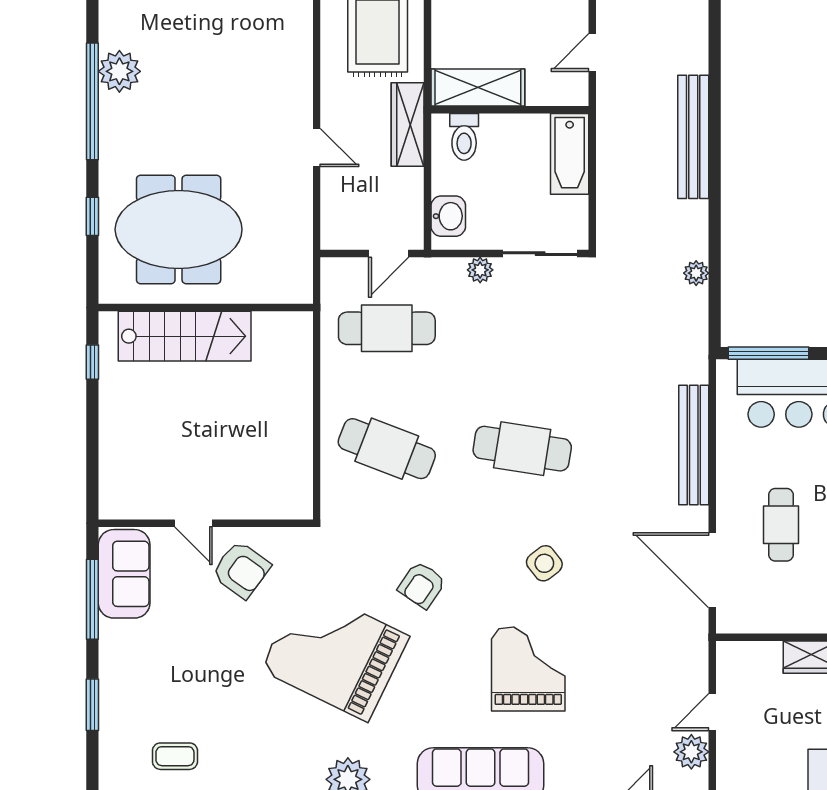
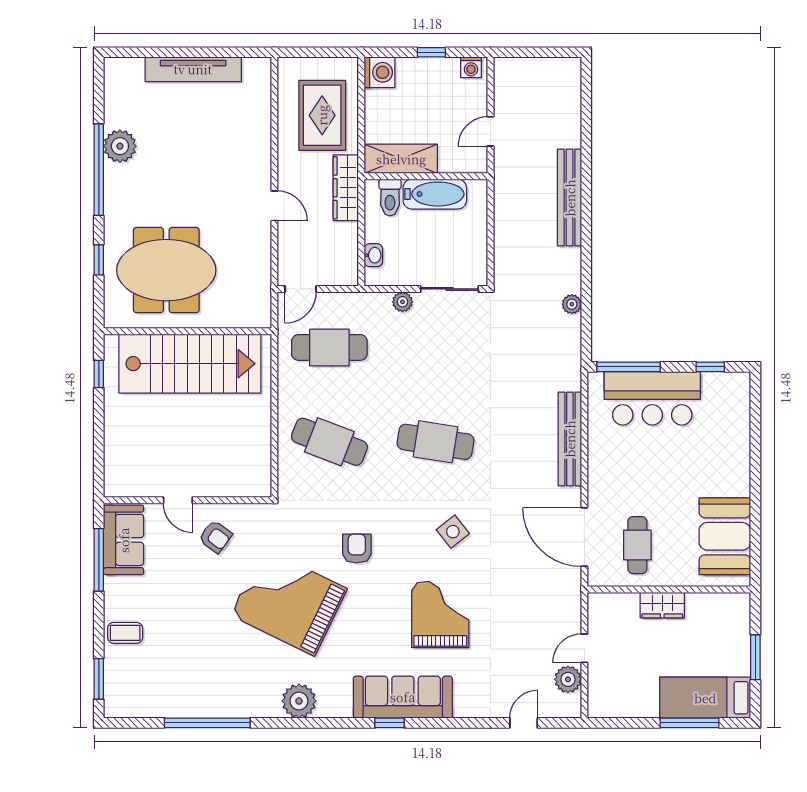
bathtub: (570, 154) -> (435, 194), moved, turned -90
washbasin: (448, 216) -> (373, 255), width x0.72, depth x0.69
door: (389, 254) -> (301, 289), moved
stairs: (185, 336) -> (190, 364), width x1.36, depth x1.51
cafe table: (781, 525) -> (637, 545), moved
armchair: (241, 570) -> (215, 537), width x0.72, depth x0.72
armchair: (422, 585) -> (357, 549), turned 146
window: (92, 705) -> (99, 679), moved
coffee table: (175, 756) -> (125, 633), moved

